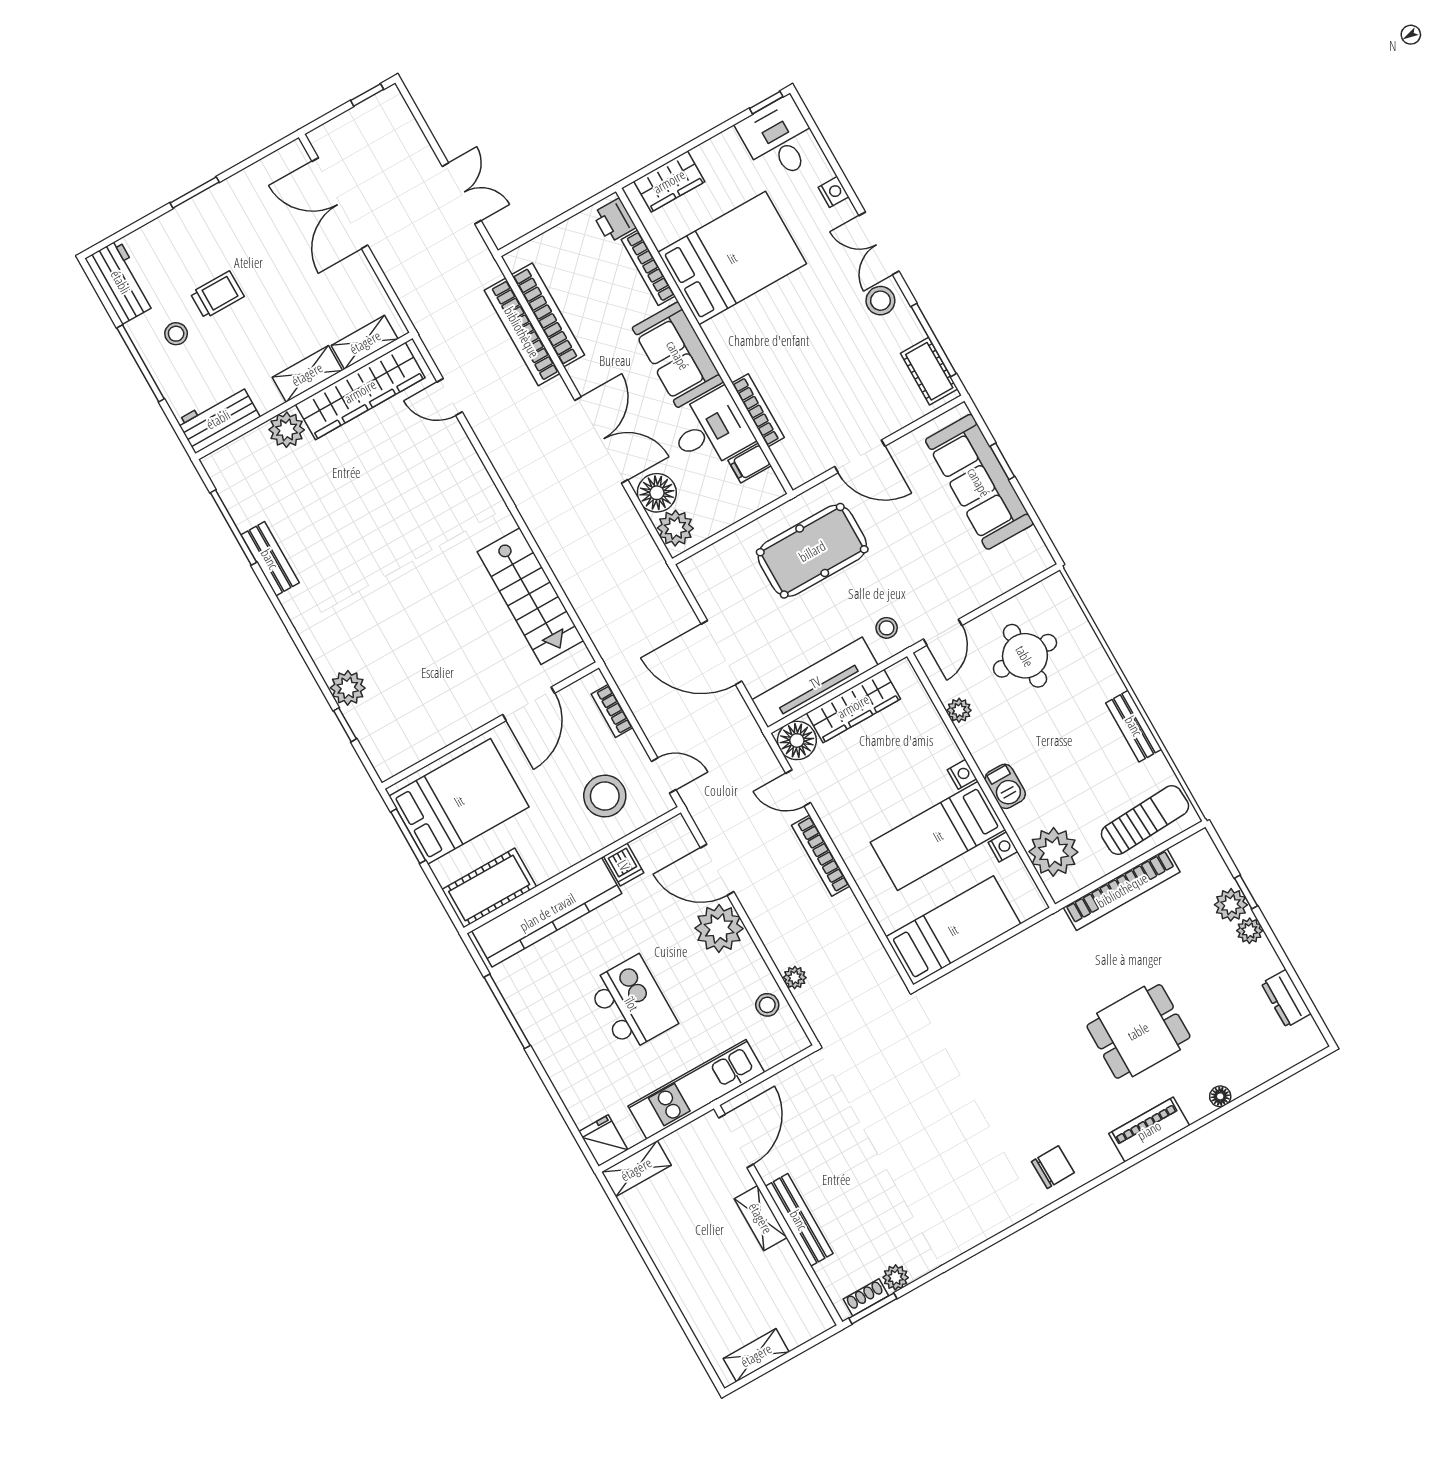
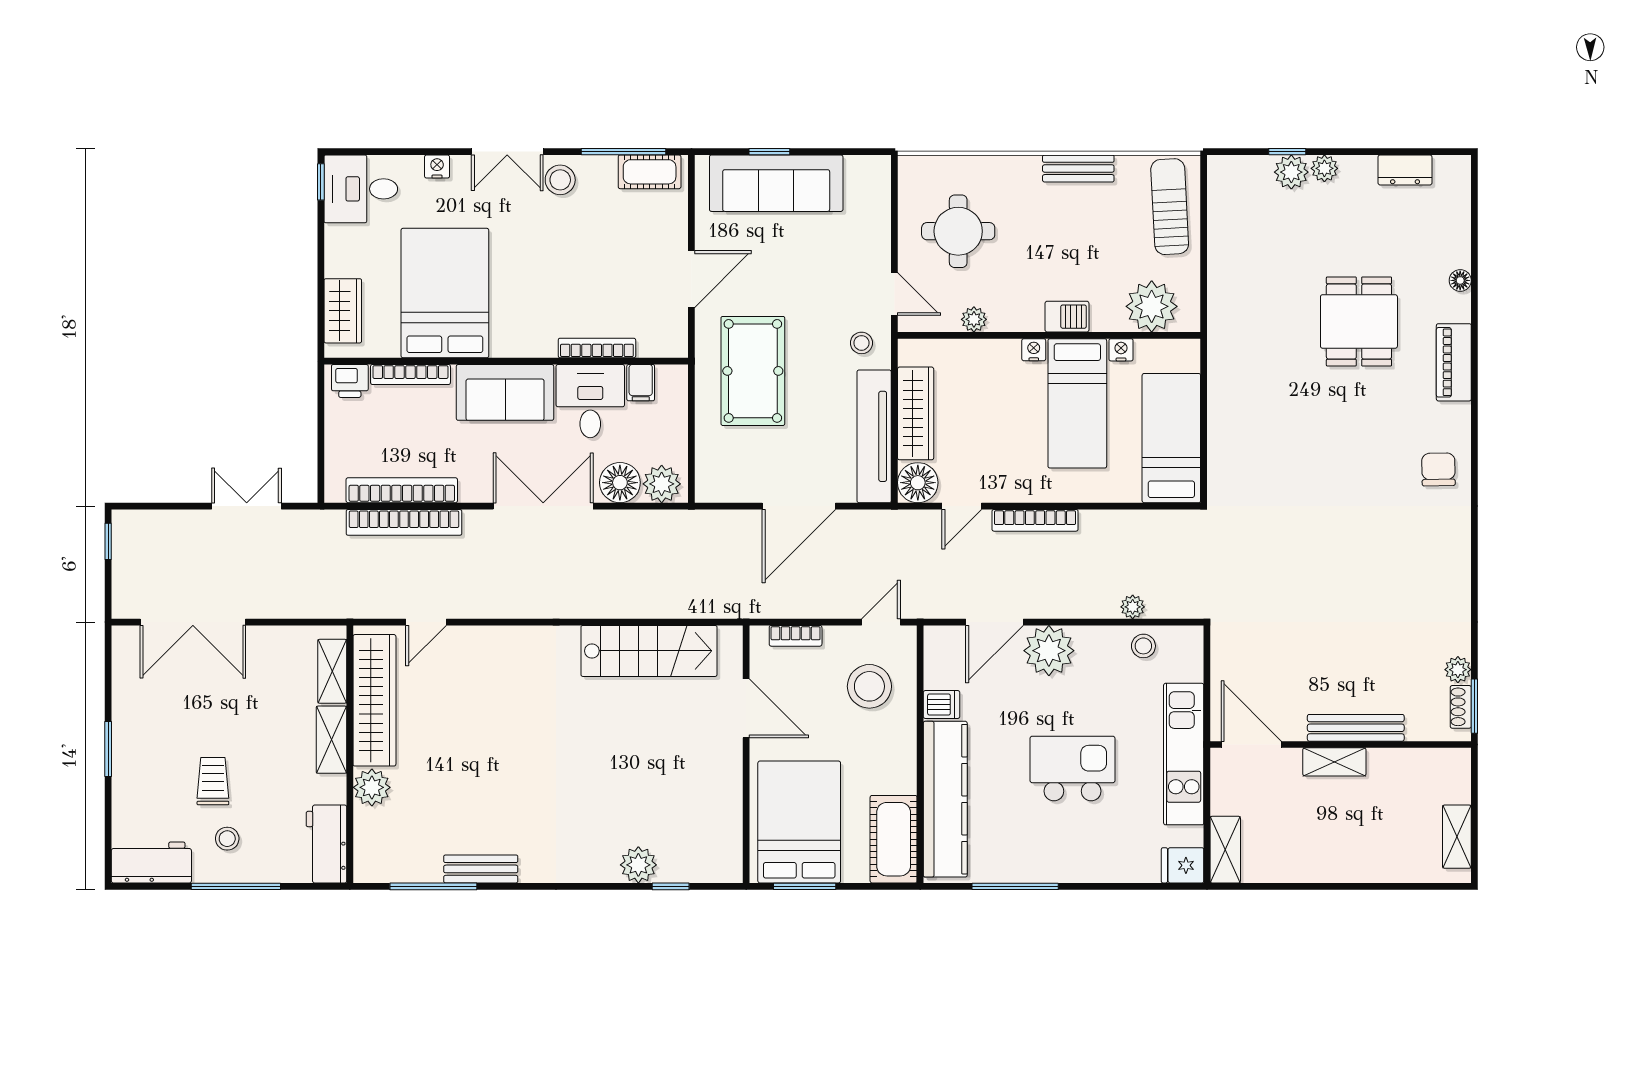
bookcase: (1122, 890) -> (1221, 264), removed

